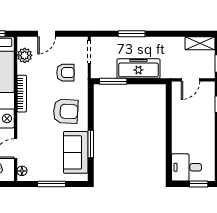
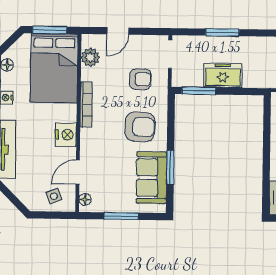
freezer: (138, 69) -> (223, 75), width x0.71

